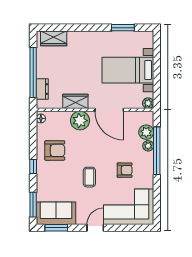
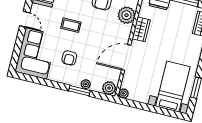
bed with nightstands: (128, 70) -> (173, 87), moved
plant: (80, 121) -> (127, 15), moved
plant: (146, 132) -> (109, 88), moved
window: (157, 151) -> (79, 91), width x0.47

